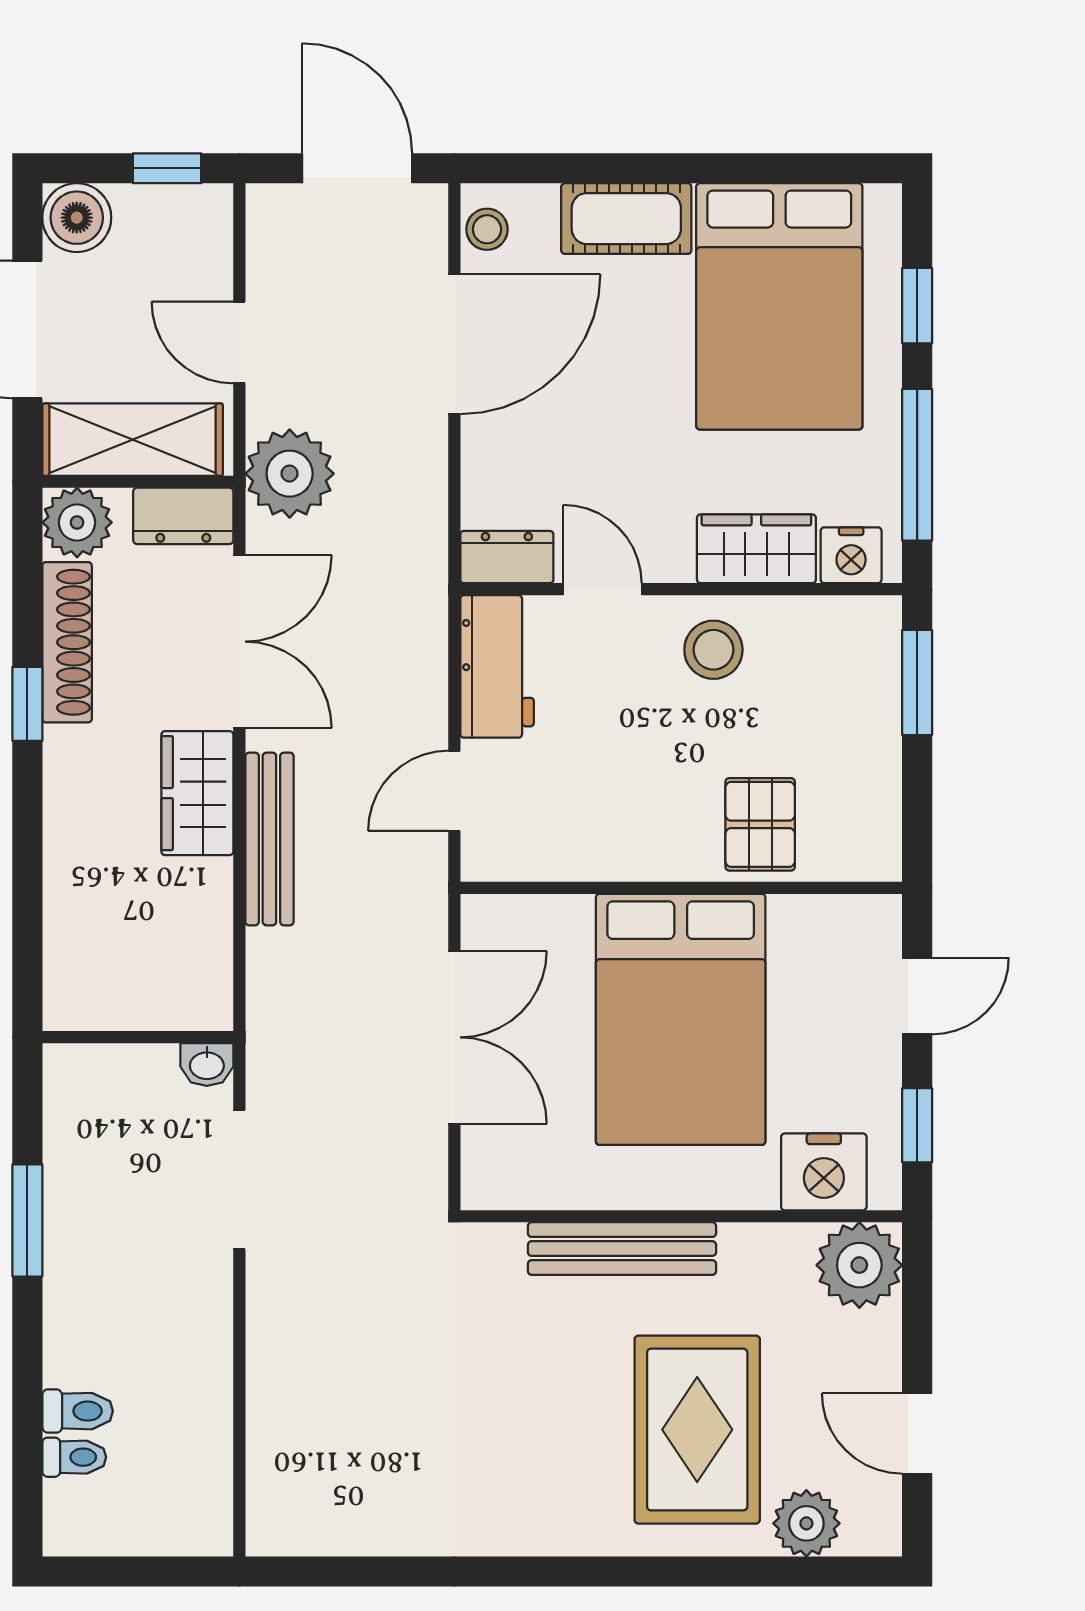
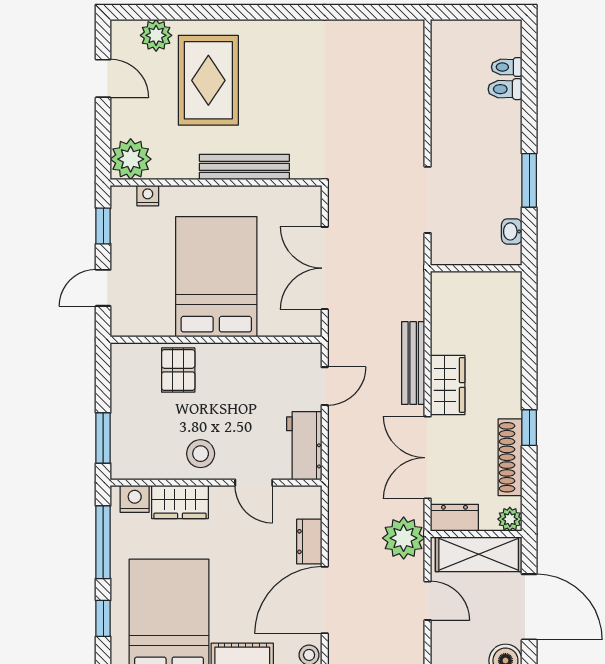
plant: (77, 522) -> (510, 519), width x0.73, depth x0.73
dresser: (507, 557) -> (309, 542), moved, turned 90
washbasin: (207, 1064) -> (512, 231), moved, turned -90
nightstand: (824, 1172) -> (148, 196), width x0.53, depth x0.56

